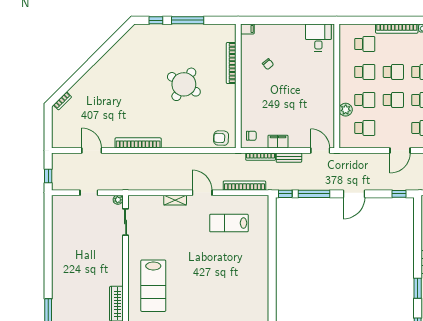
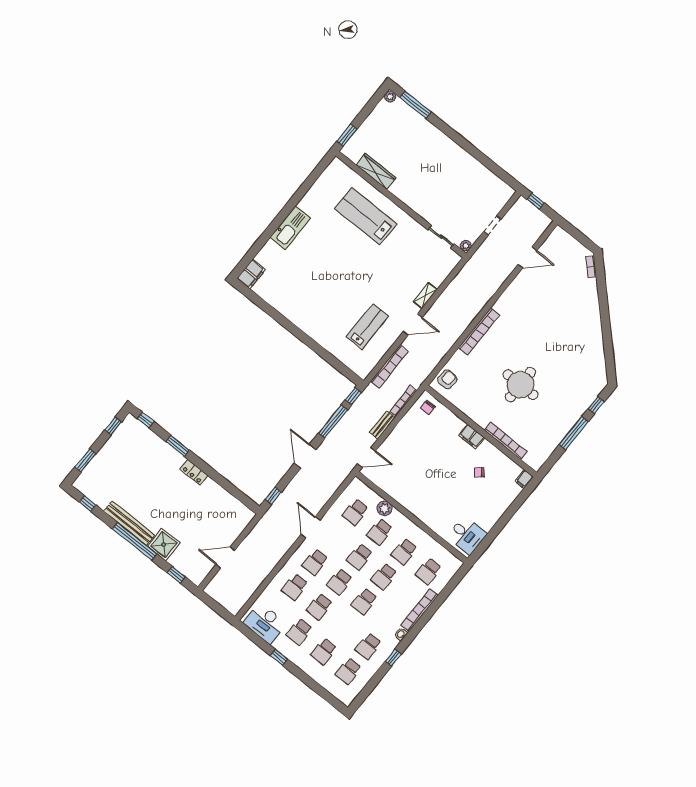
round table: (184, 84) -> (520, 385), turned -32
filing cabinet: (278, 142) -> (472, 436), moved, turned 90
bookcase: (138, 143) -> (479, 331), moved

